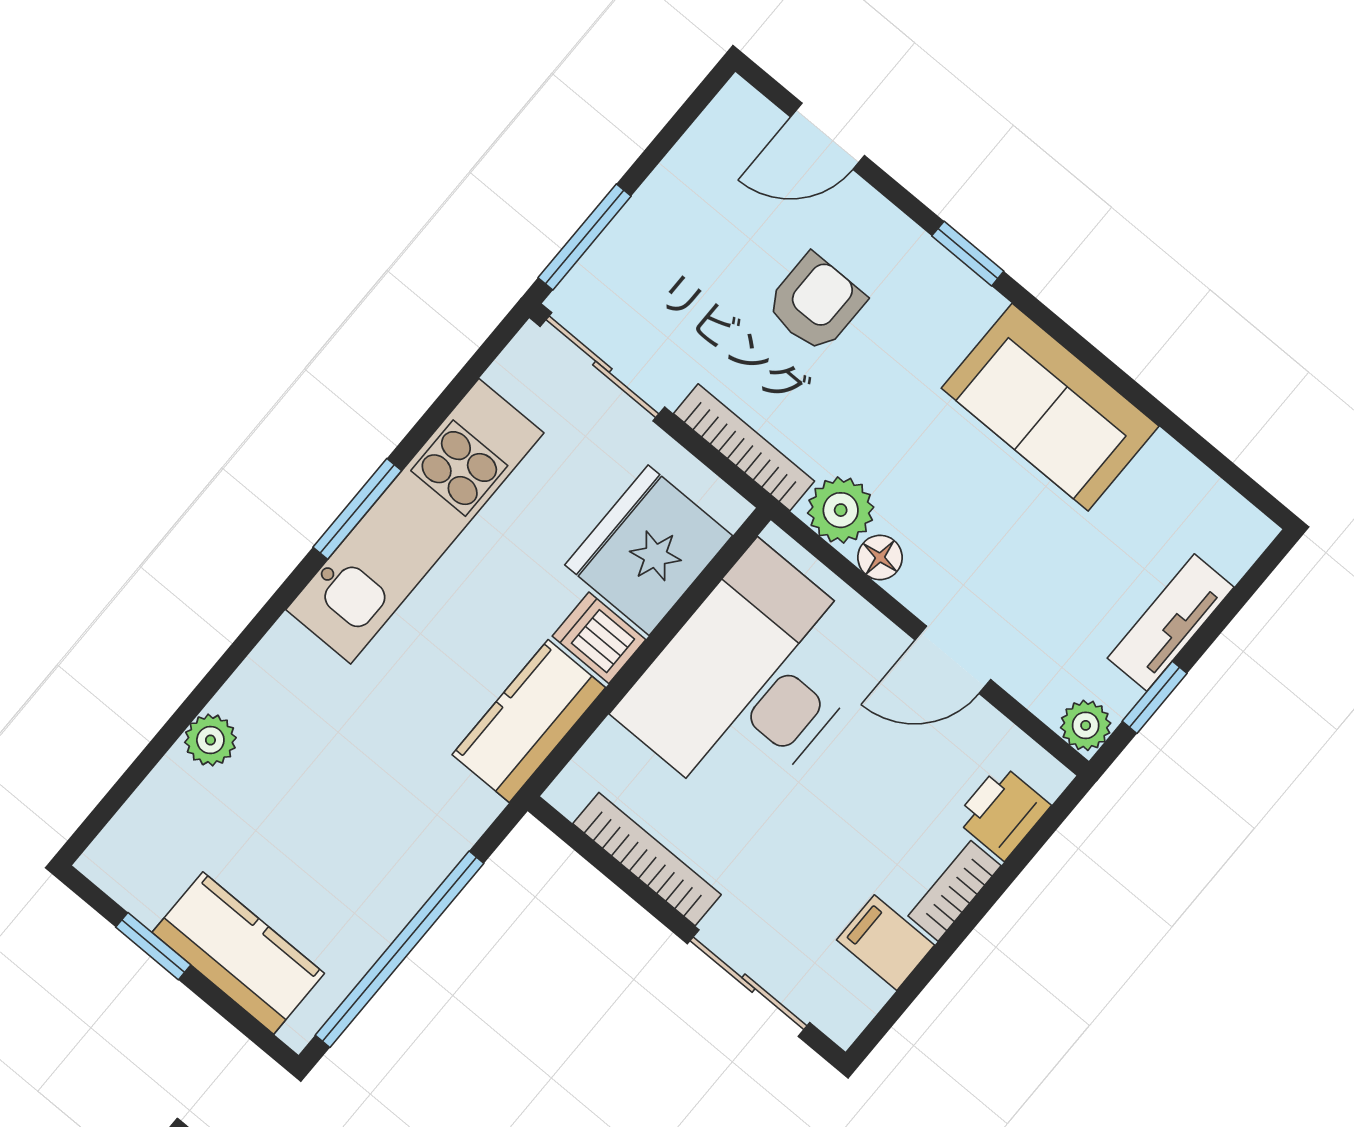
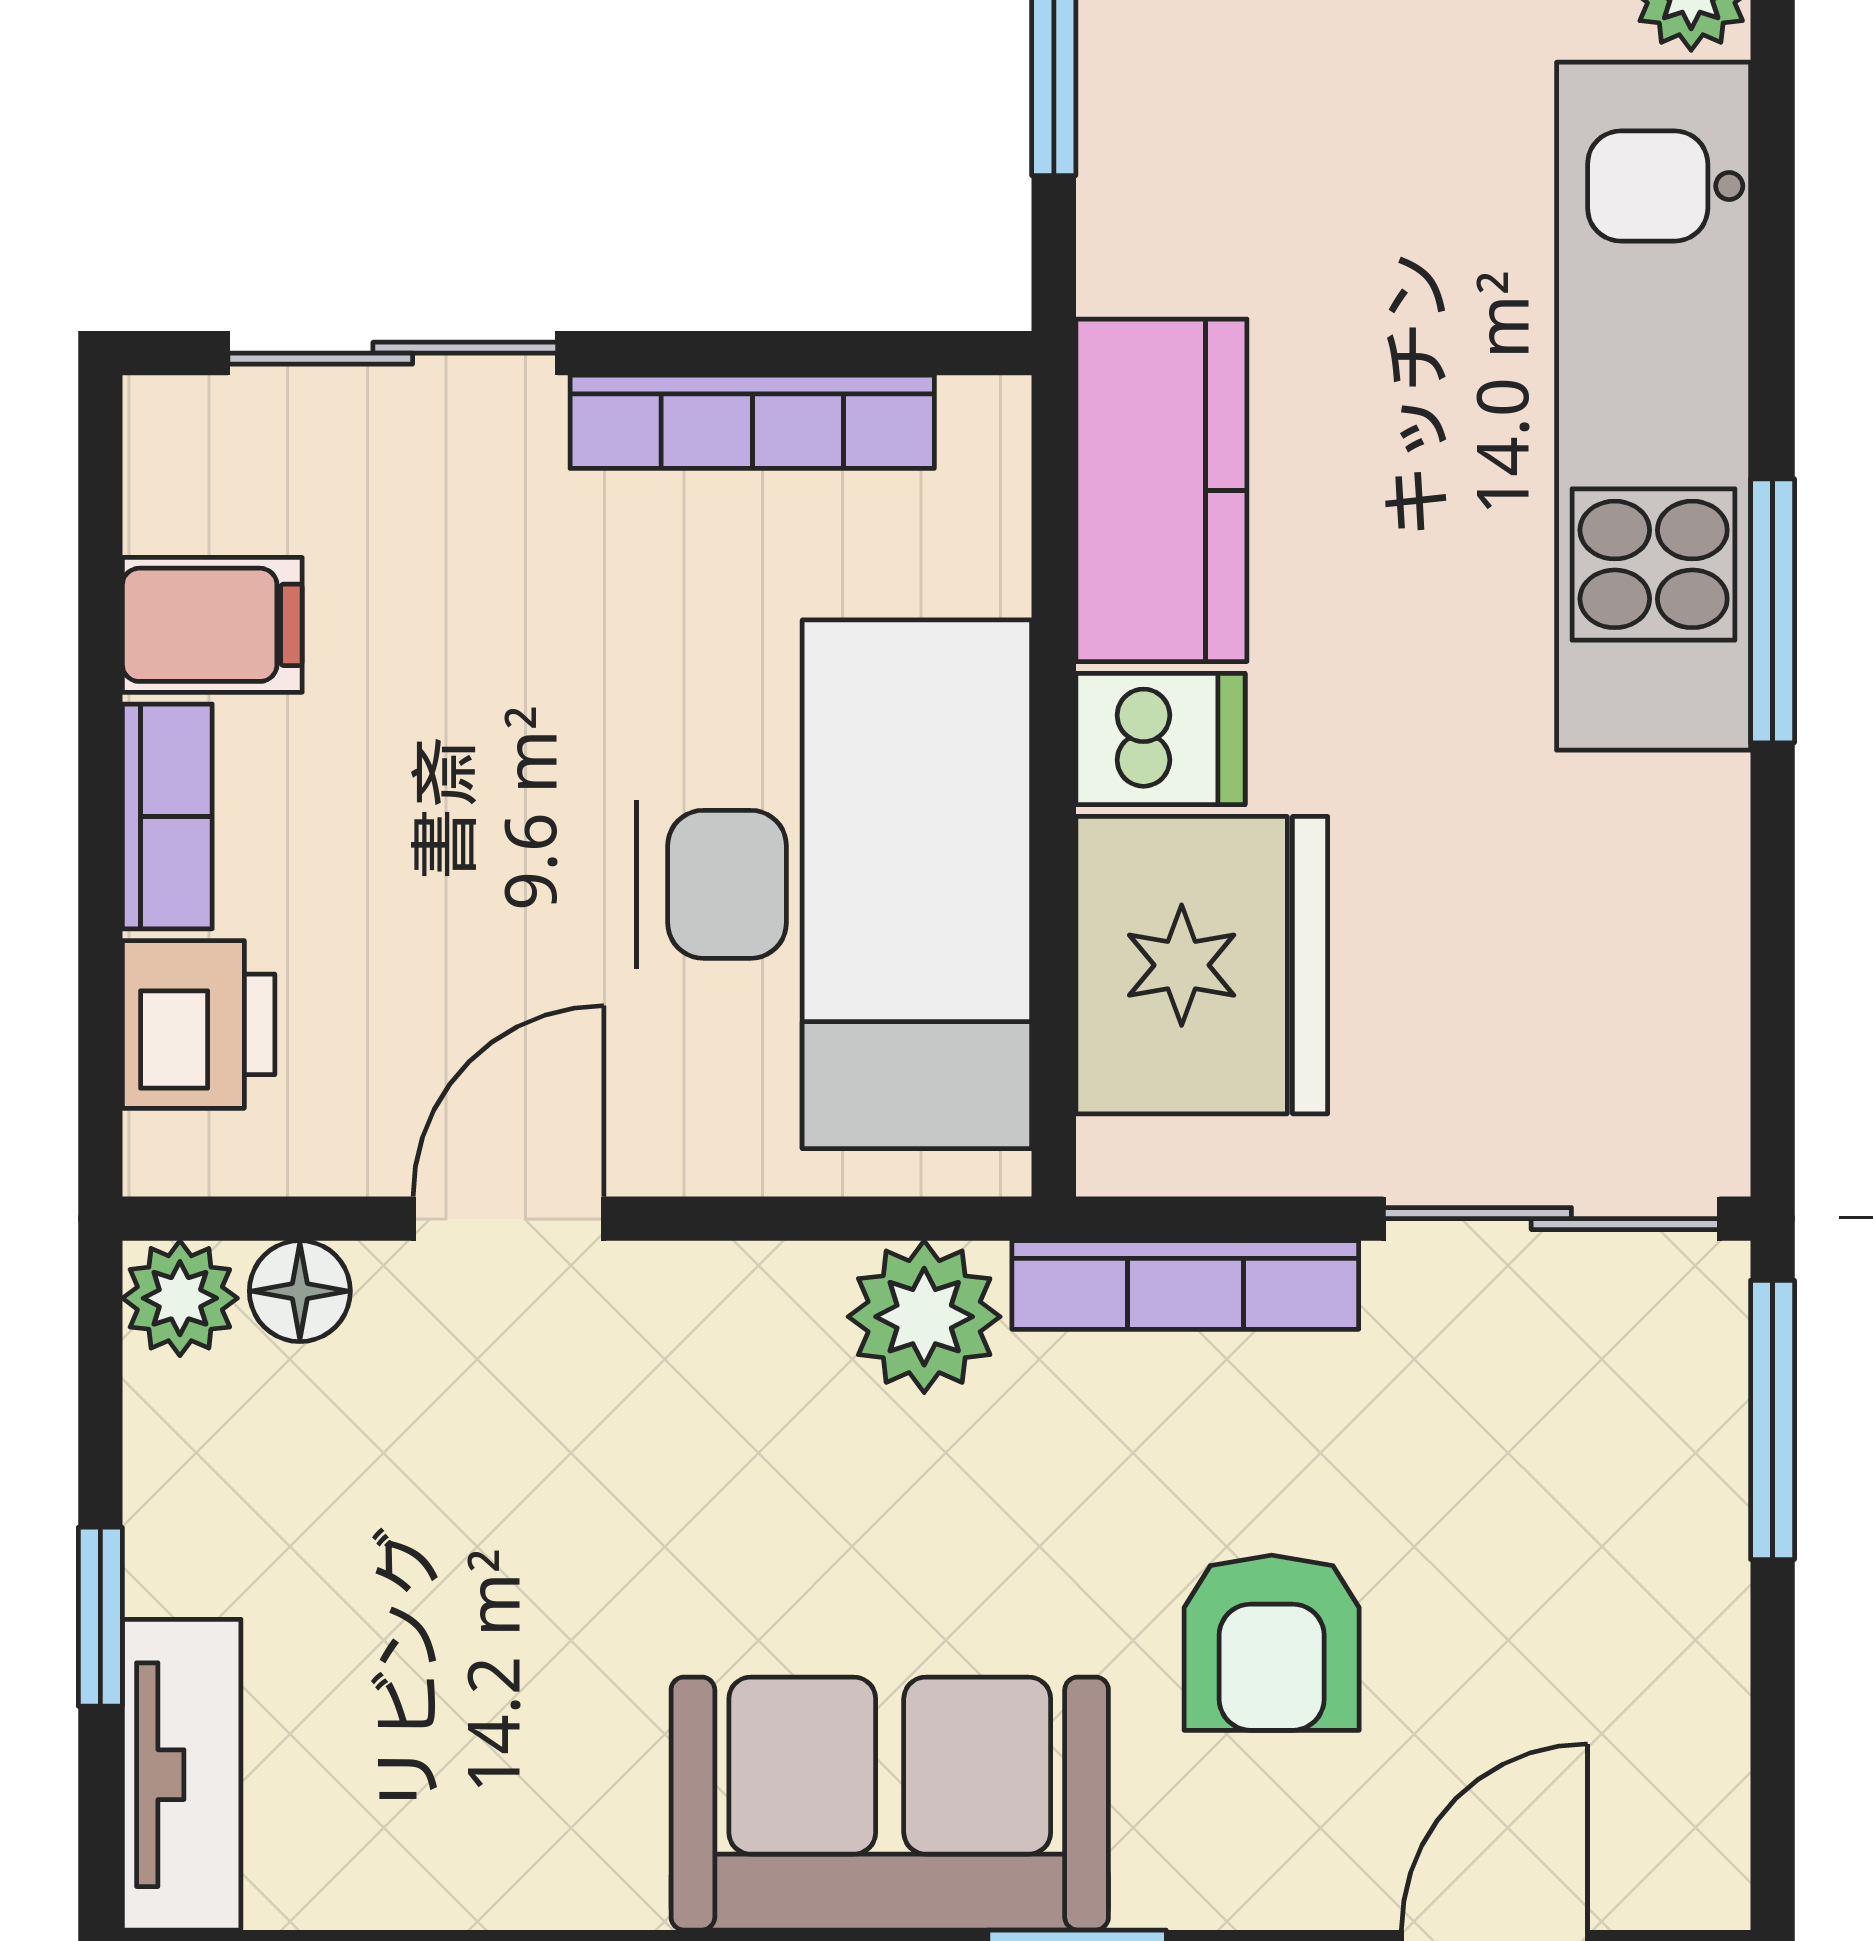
sofa: (1050, 407) -> (890, 1804), moved
kitchen unit: (415, 521) -> (1654, 406), moved
floor lamp: (880, 557) -> (300, 1291), moved
tv unit: (1171, 623) -> (182, 1775), moved
window: (1155, 697) -> (100, 1617), moved

